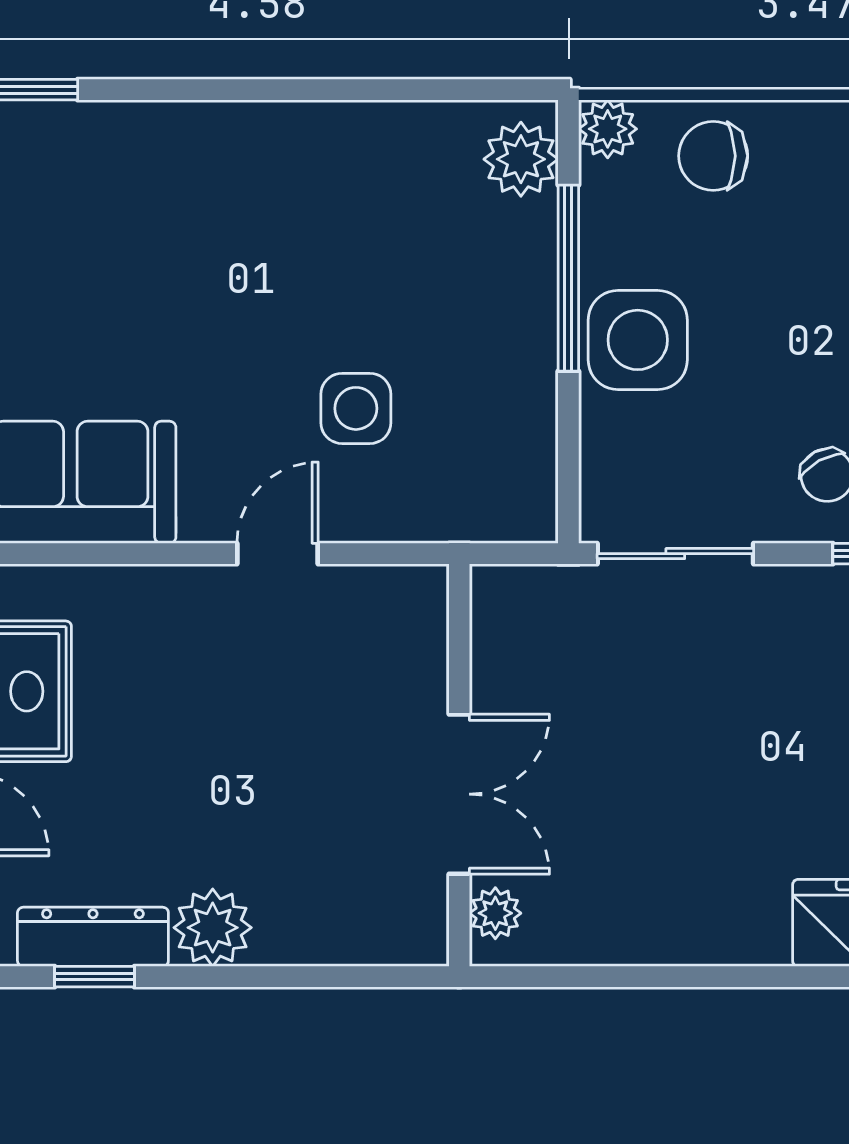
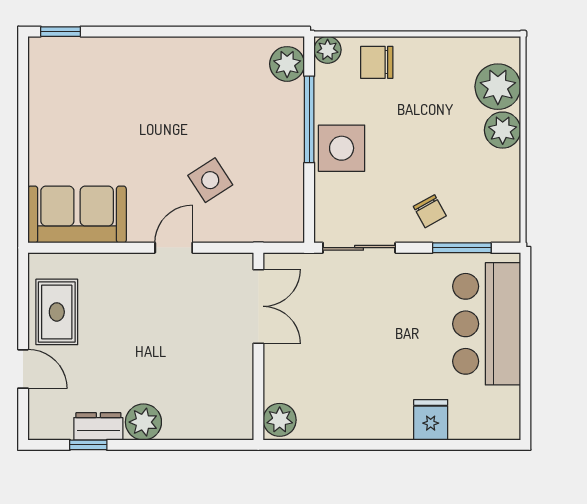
side table: (356, 408) -> (210, 180), turned -33
double door: (459, 794) -> (258, 306), moved
plant: (495, 913) -> (280, 420), width x1.38, depth x1.38
dresser: (93, 937) -> (98, 426), width x0.70

